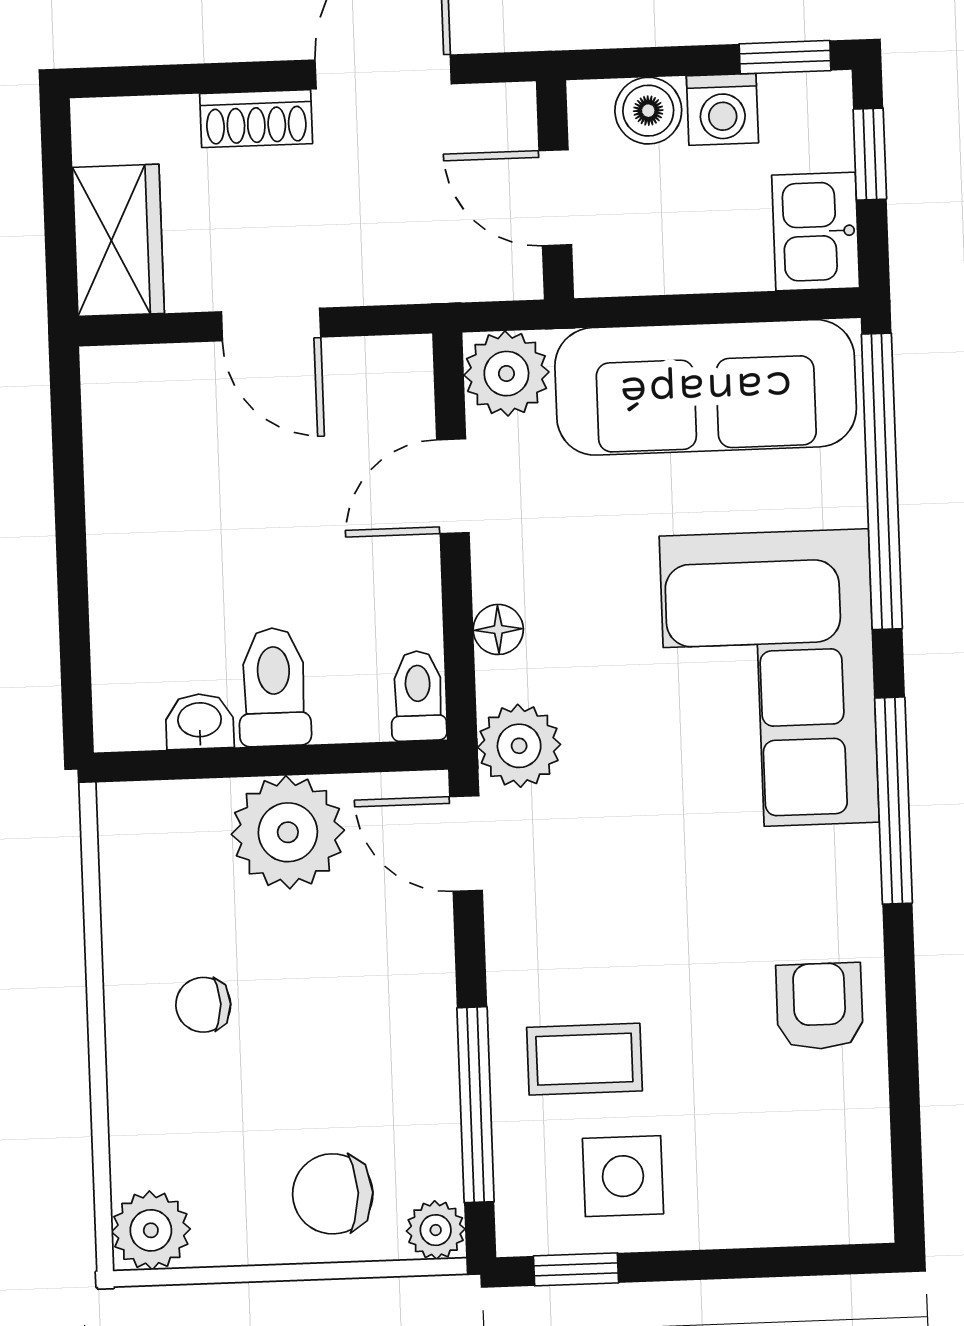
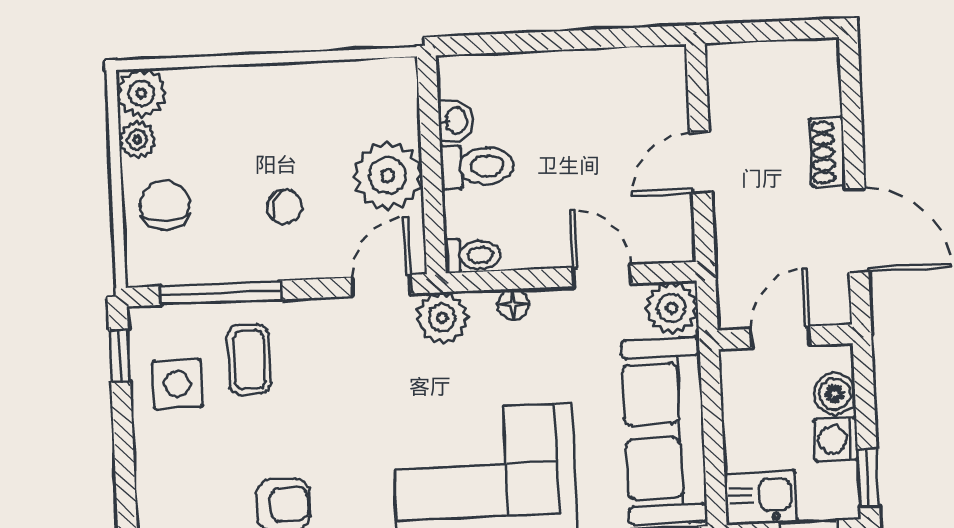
wardrobe: (118, 240) -> (752, 68), removed
chair: (203, 1005) -> (285, 207), moved, turned 112
plant: (436, 1230) -> (137, 140), moved

